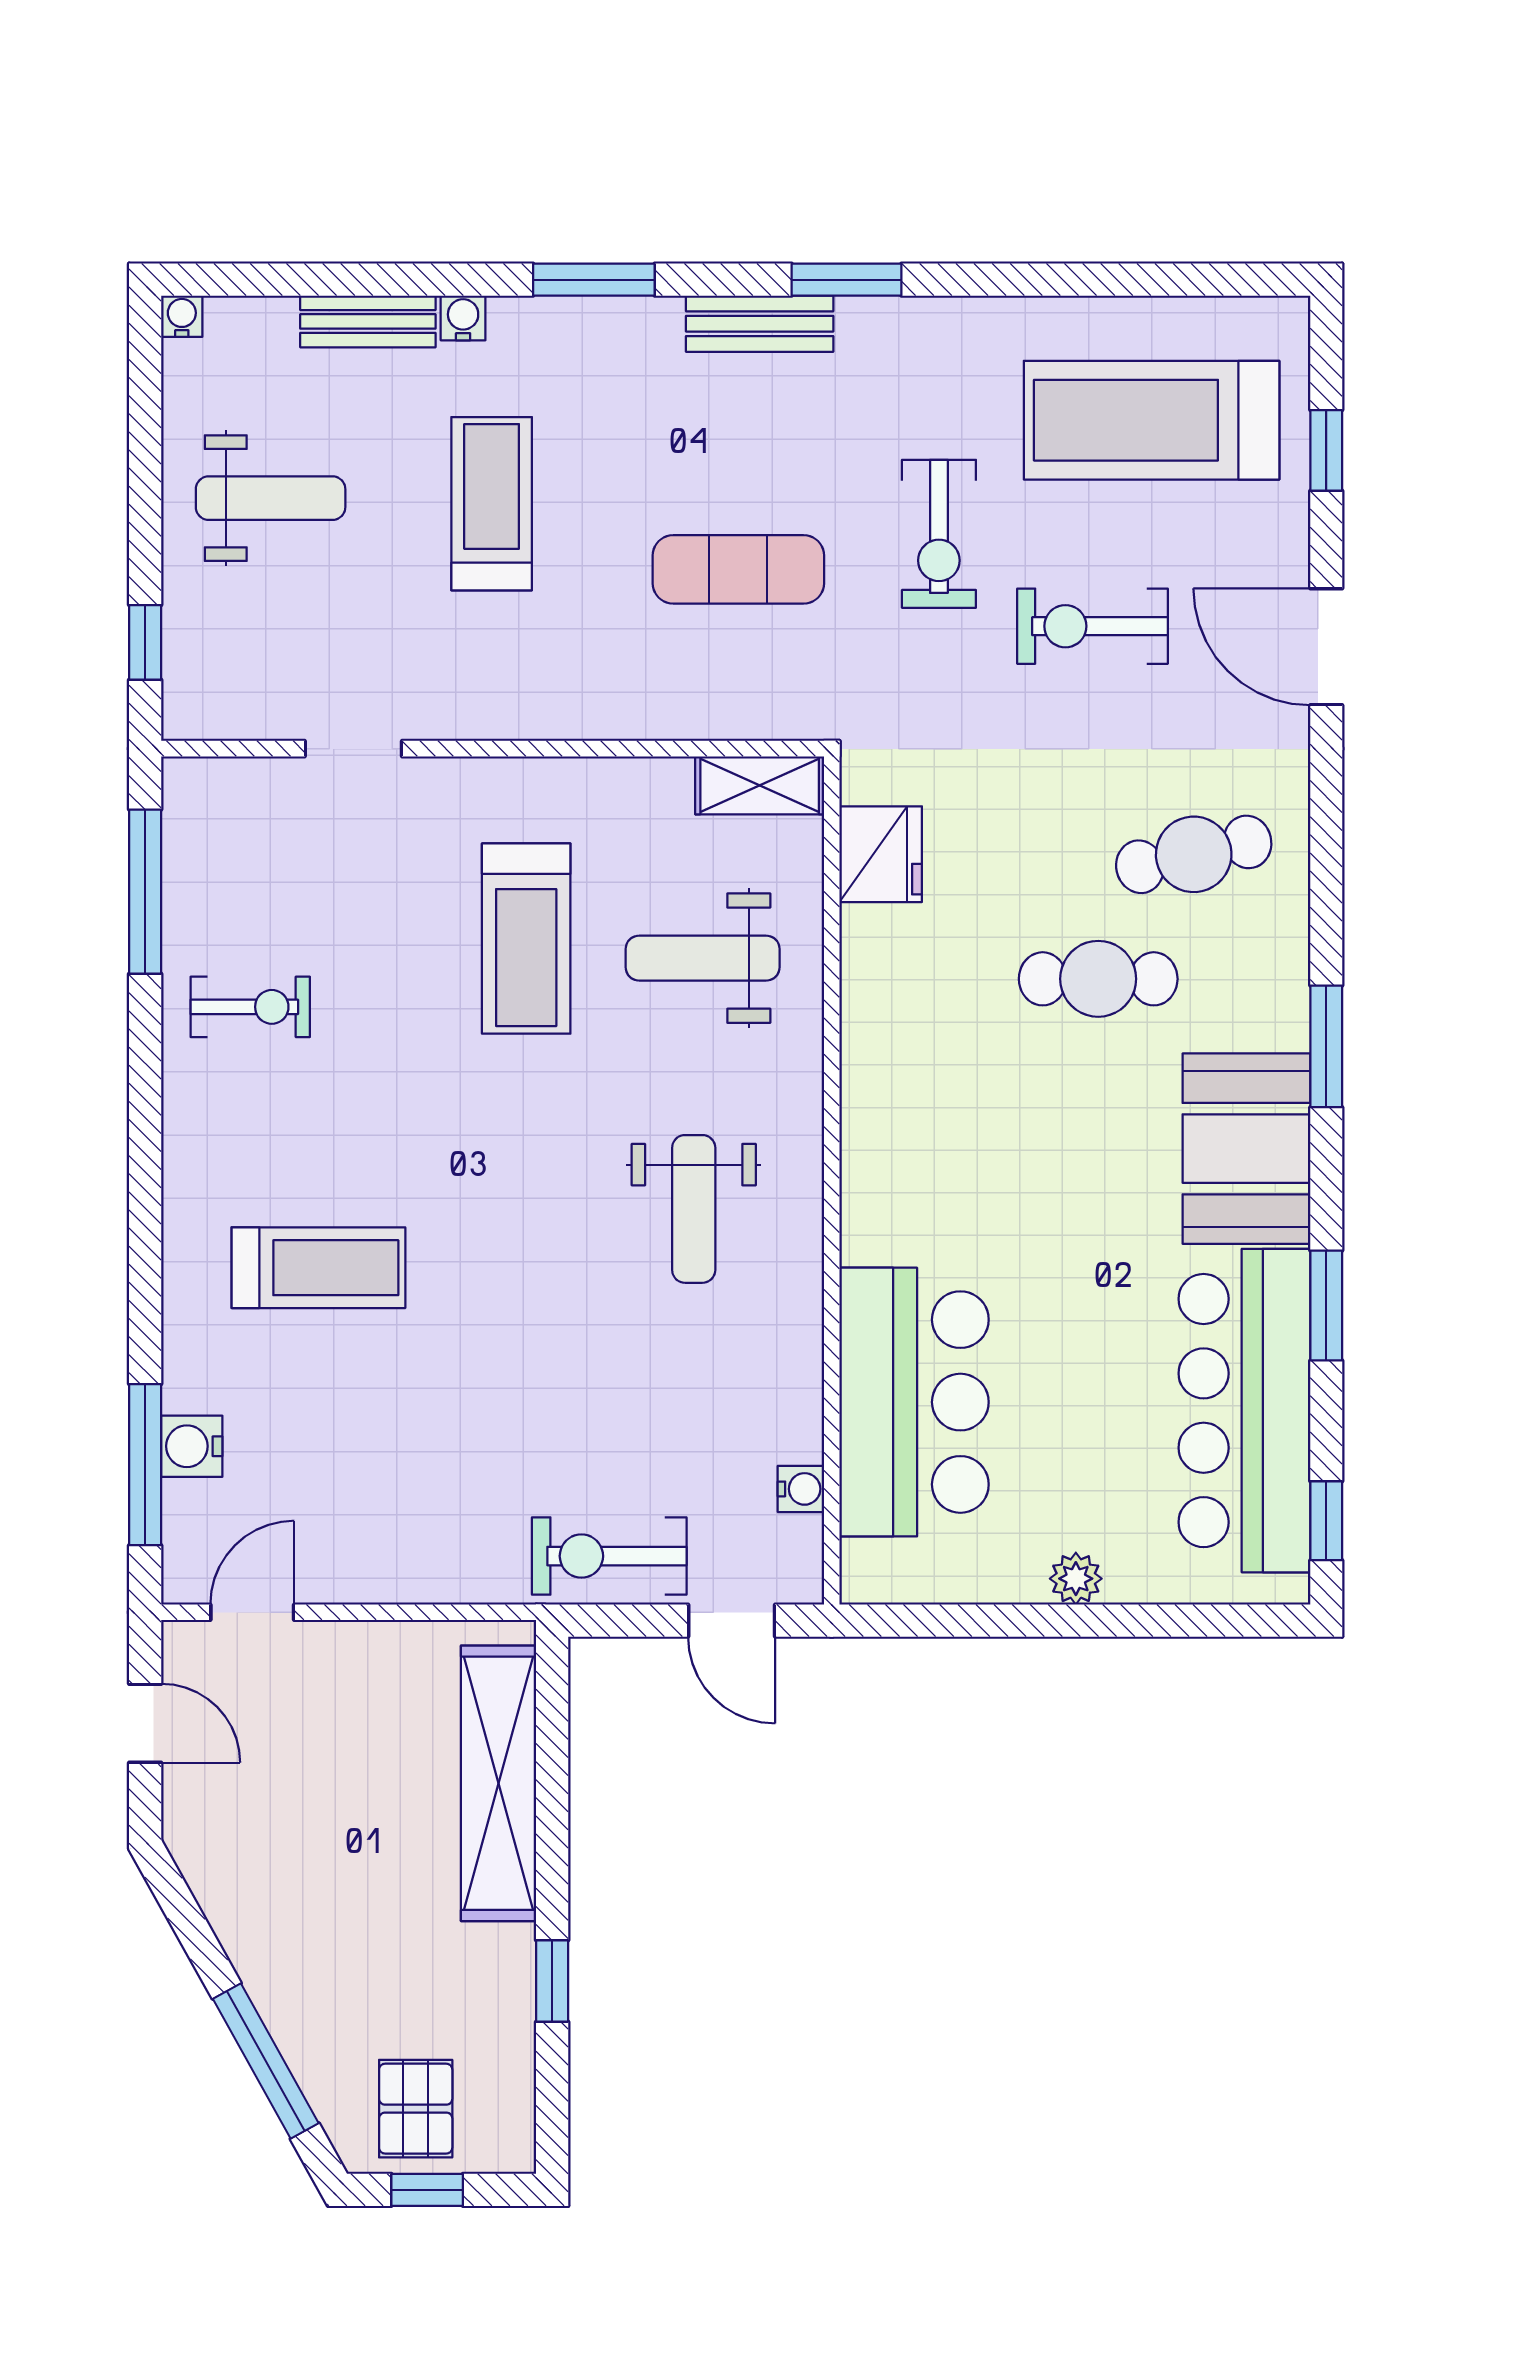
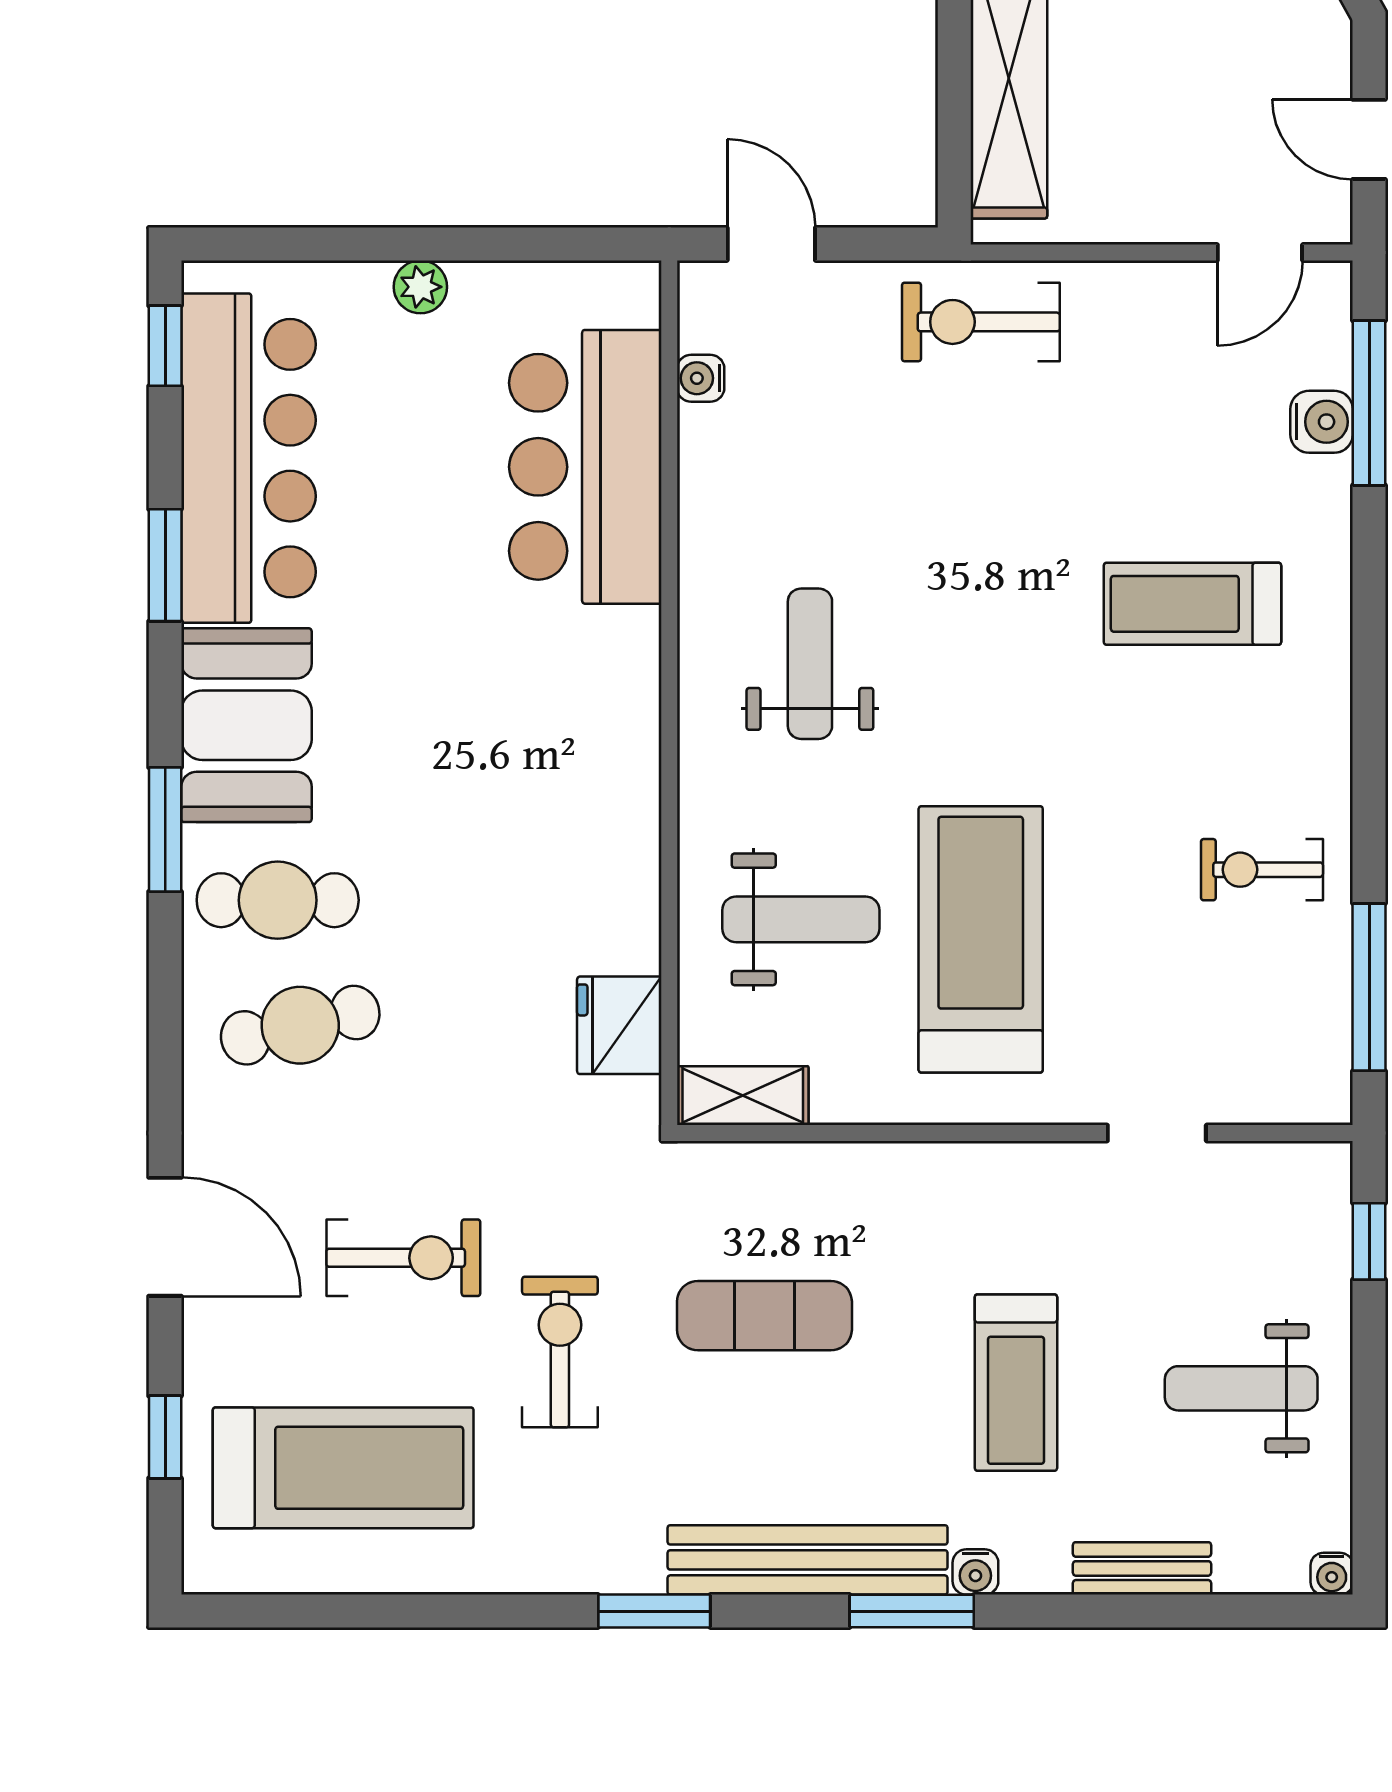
water cooler: (463, 318) -> (975, 1572), moved
bench: (760, 324) -> (808, 1560), width x1.86, depth x1.21
treadmill: (526, 939) -> (981, 939), width x1.37, depth x1.38
cafe table: (1098, 979) -> (278, 900), moved
exercise bike: (609, 1556) -> (981, 322), moved, turned 180

